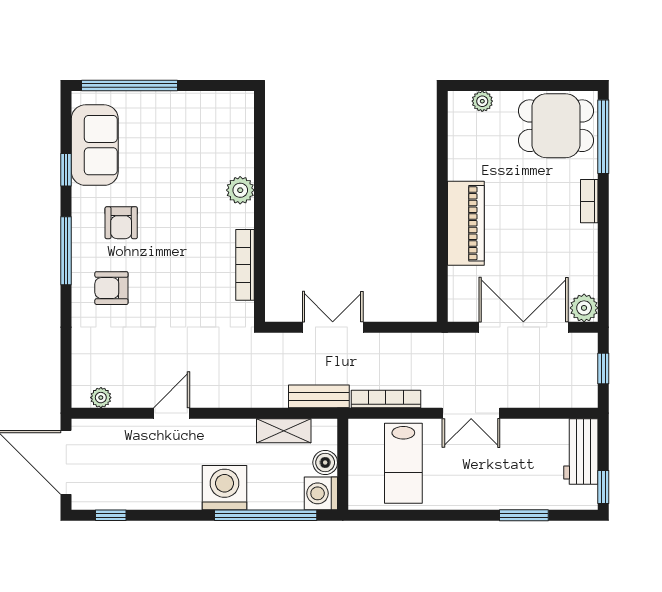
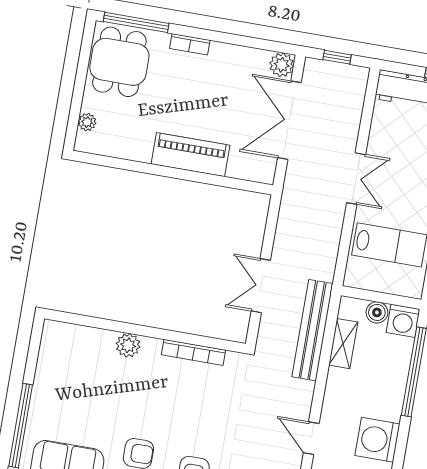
bench: (319, 396) -> (313, 330), width x1.86, depth x1.21
bookcase: (386, 399) -> (331, 250), removed
washing machine: (225, 488) -> (377, 440), moved

